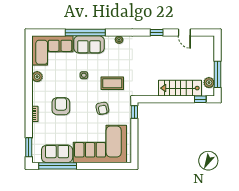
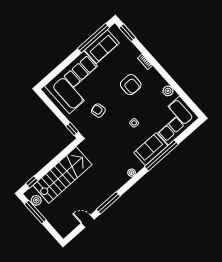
window: (157, 33) -> (108, 203), width x2.17
coffee table: (112, 83) -> (108, 136), removed
stairs: (180, 88) -> (62, 175), width x1.36, depth x1.51

